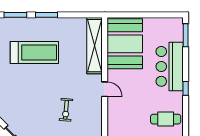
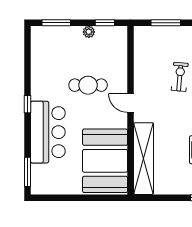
cafe table: (166, 119) -> (88, 85), moved

